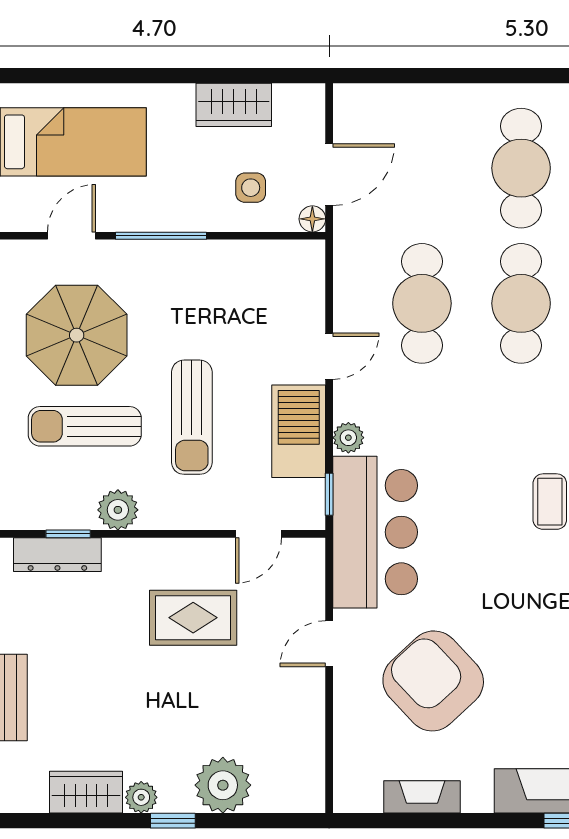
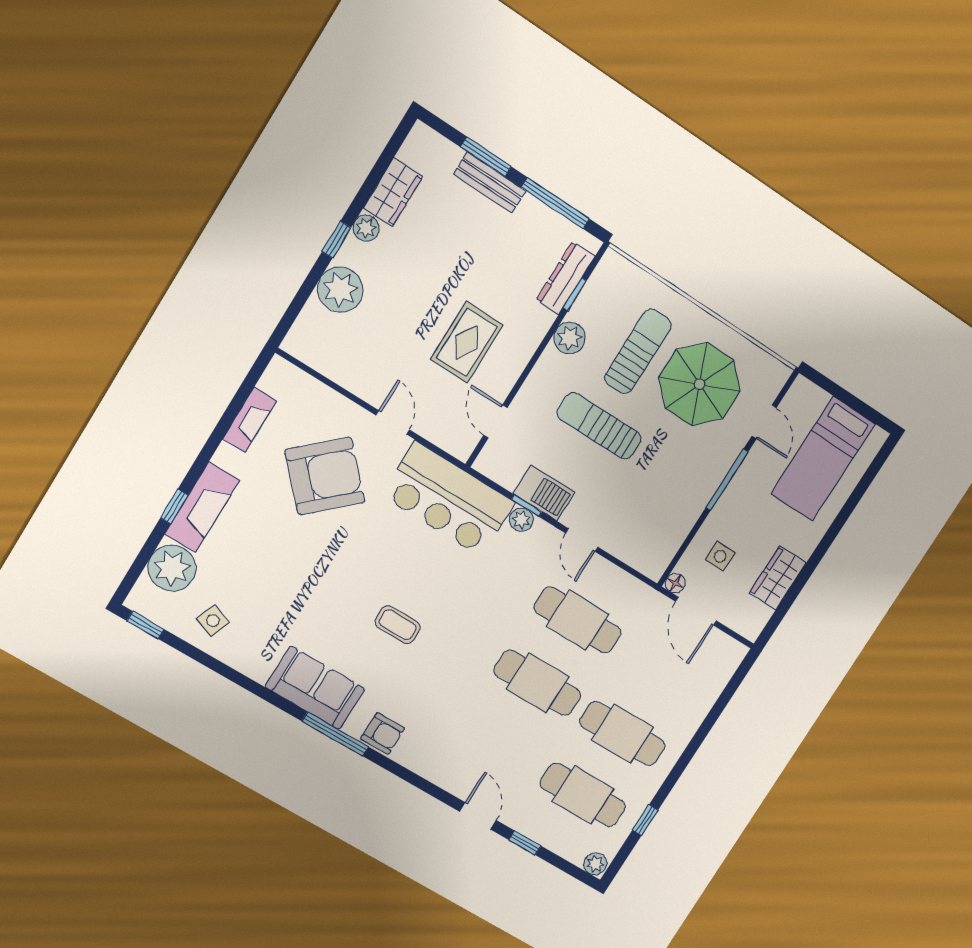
barbecue: (299, 431) -> (544, 493), width x0.73, depth x0.83
window: (329, 494) -> (527, 506), moved

